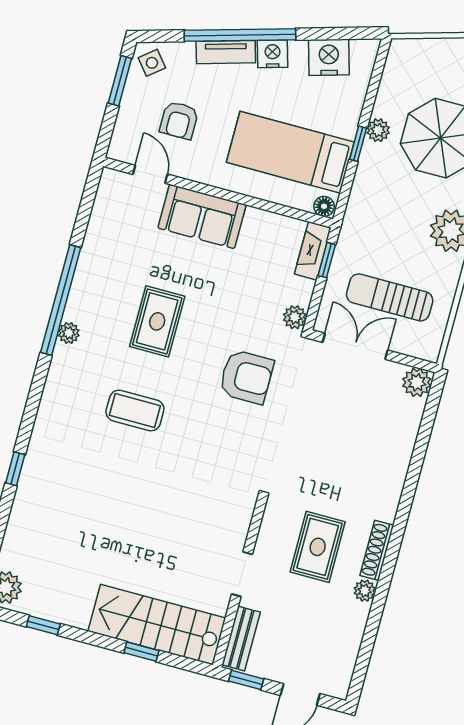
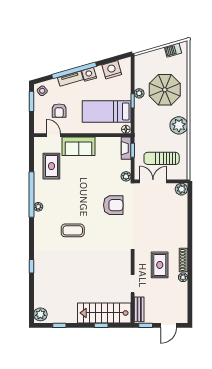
rug: (157, 321) -> (51, 166), moved

